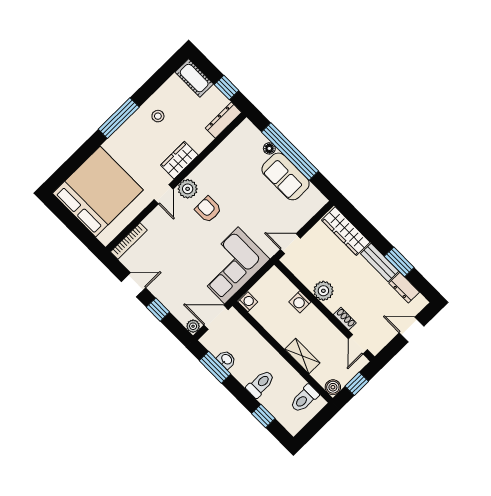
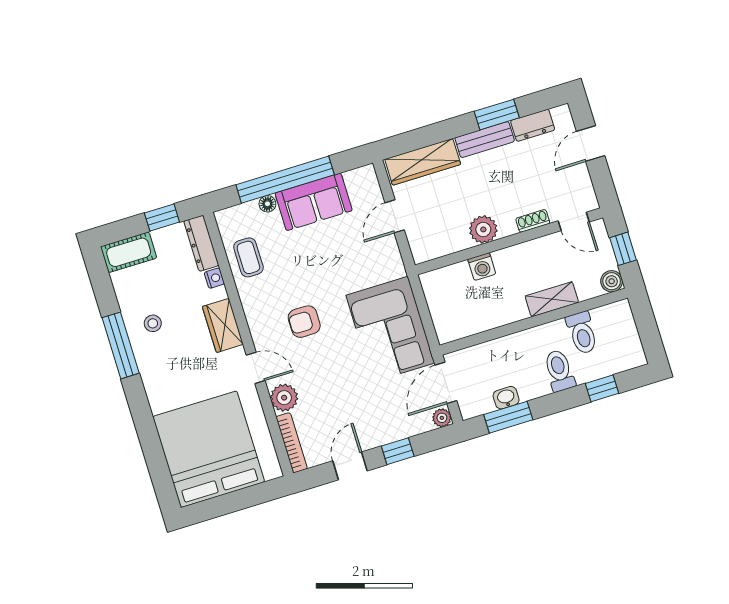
window: (119, 118) -> (121, 345), moved
nightstand: (206, 140) -> (214, 278), added
coffee table: (230, 154) -> (248, 257), added
plant: (188, 189) -> (284, 398), moved
door: (290, 244) -> (395, 216), moved
washing machine: (248, 302) -> (447, 332), removed
toilet: (304, 399) -> (582, 333), moved

